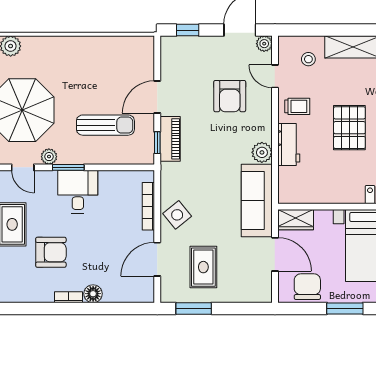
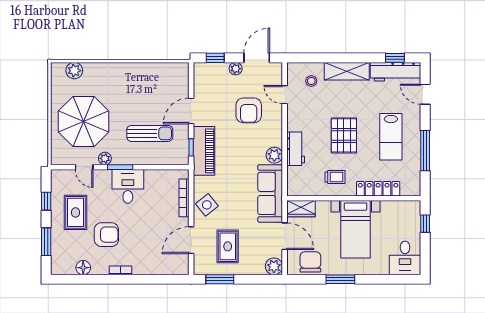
plant: (264, 44) -> (236, 69), moved
trolley: (297, 106) -> (335, 177), moved
piano: (170, 139) -> (204, 151), width x1.37, depth x1.33
plant: (261, 292) -> (274, 266), added
floor lamp: (93, 294) -> (83, 268), moved

